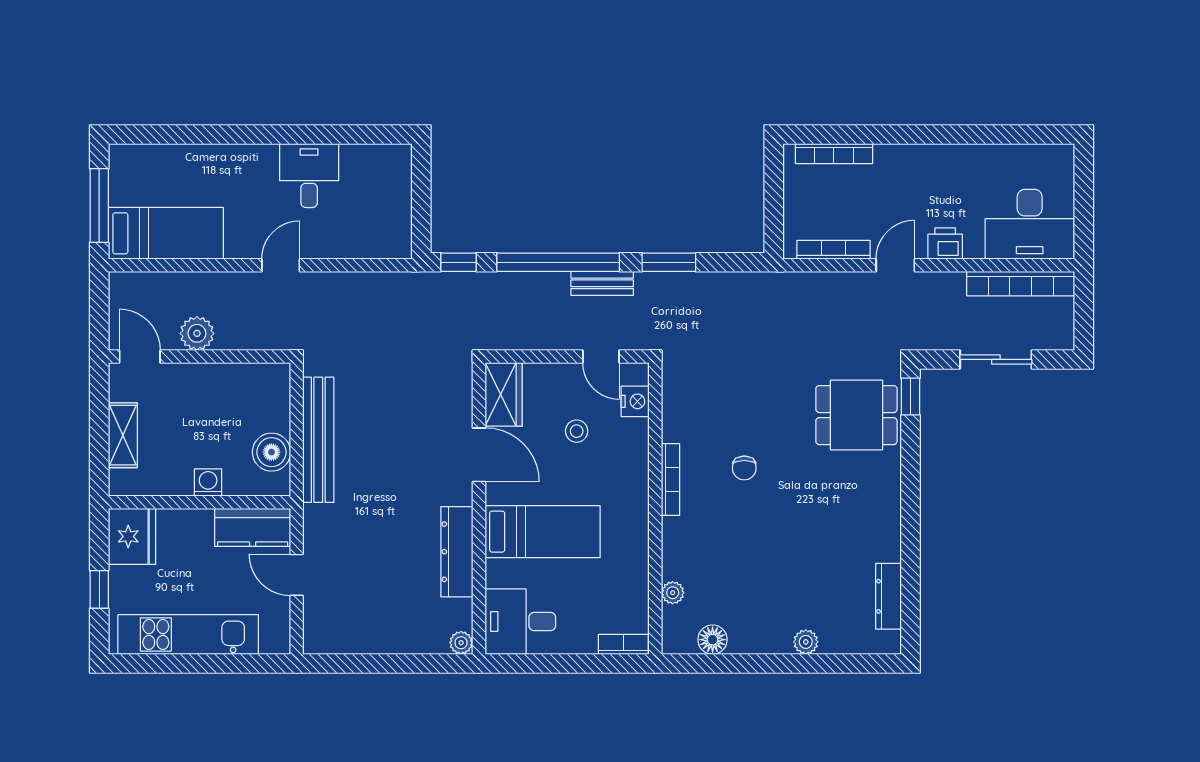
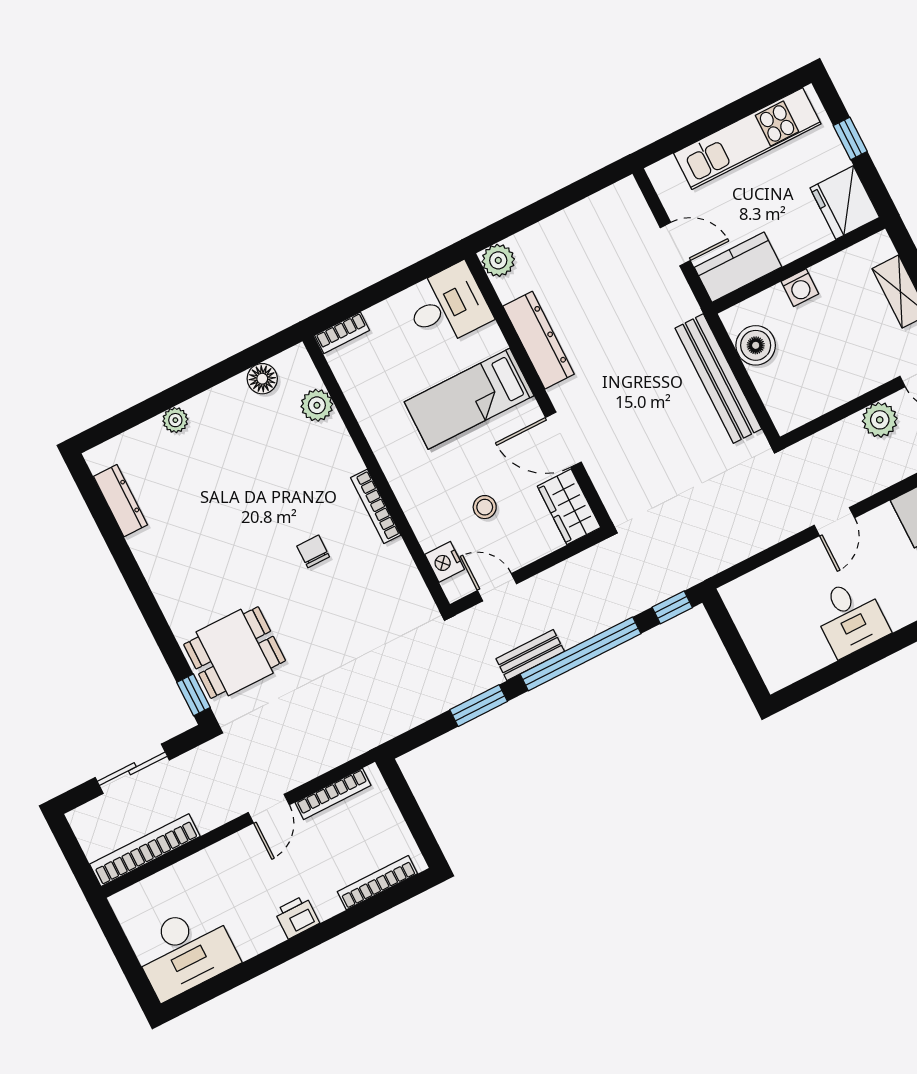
desk: (1030, 224) -> (185, 951), moved, turned 180
printer: (945, 244) -> (297, 917), moved, turned 180
plant: (673, 593) -> (317, 405), width x1.38, depth x1.38
plant: (461, 643) -> (498, 260), width x1.38, depth x1.38

